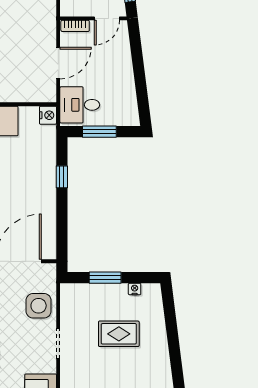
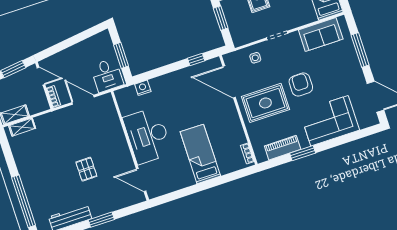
nightstand: (48, 115) -> (143, 88), moved
window: (62, 177) -> (196, 60), moved
side table: (39, 306) -> (255, 58), width x0.54, depth x0.54

